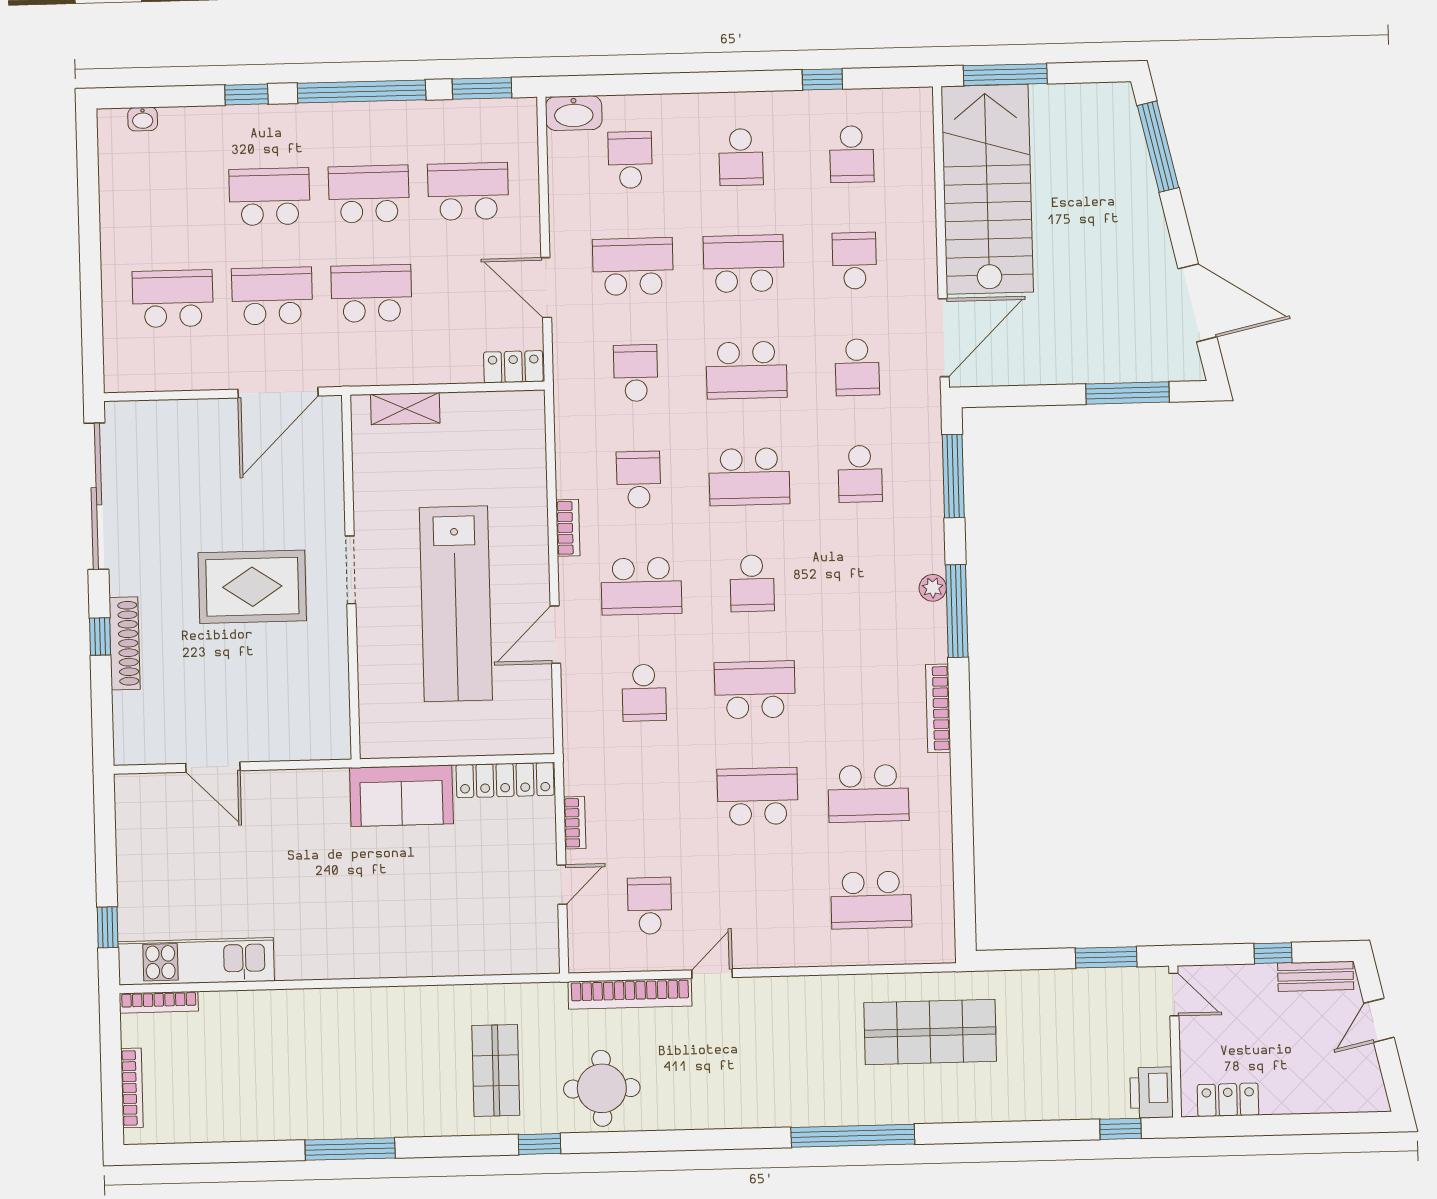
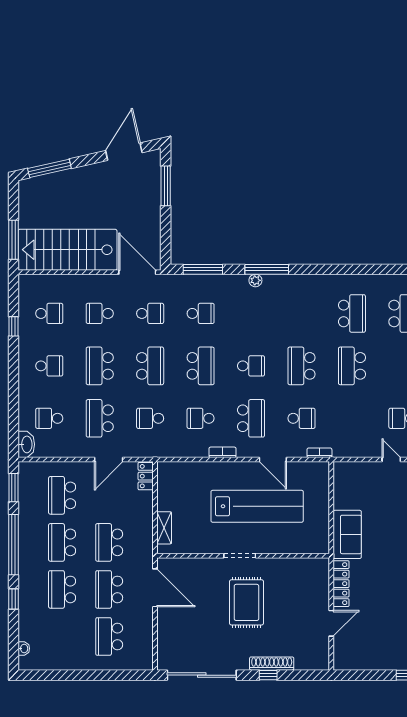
bookcase: (938, 708) -> (313, 279), removed
locker: (505, 780) -> (341, 584), moved
bookcase: (575, 823) -> (319, 453), moved

